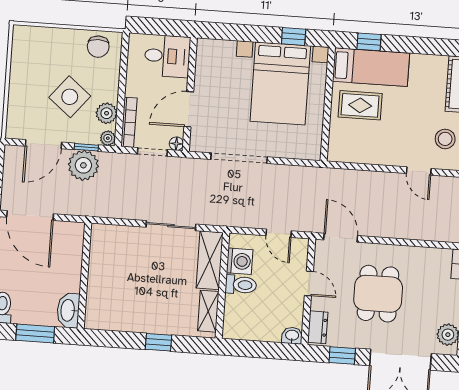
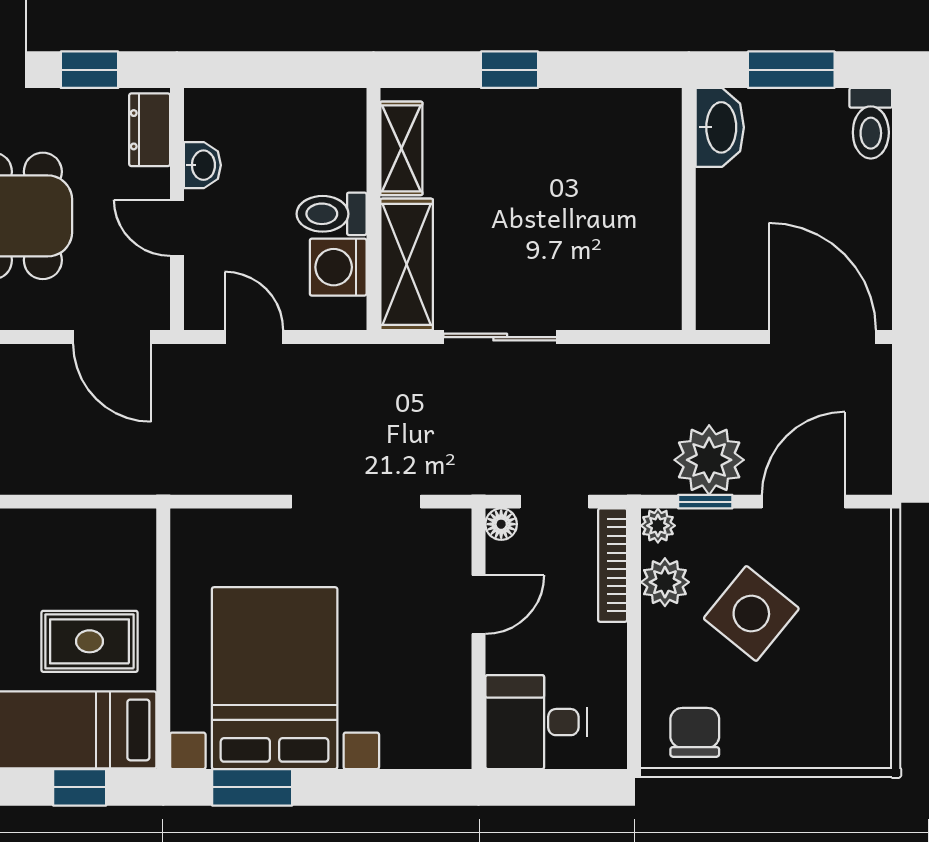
window: (294, 36) -> (252, 787), width x1.50
door: (189, 109) -> (479, 605), width x0.73
washbasin: (292, 336) -> (202, 165), moved, turned -90

